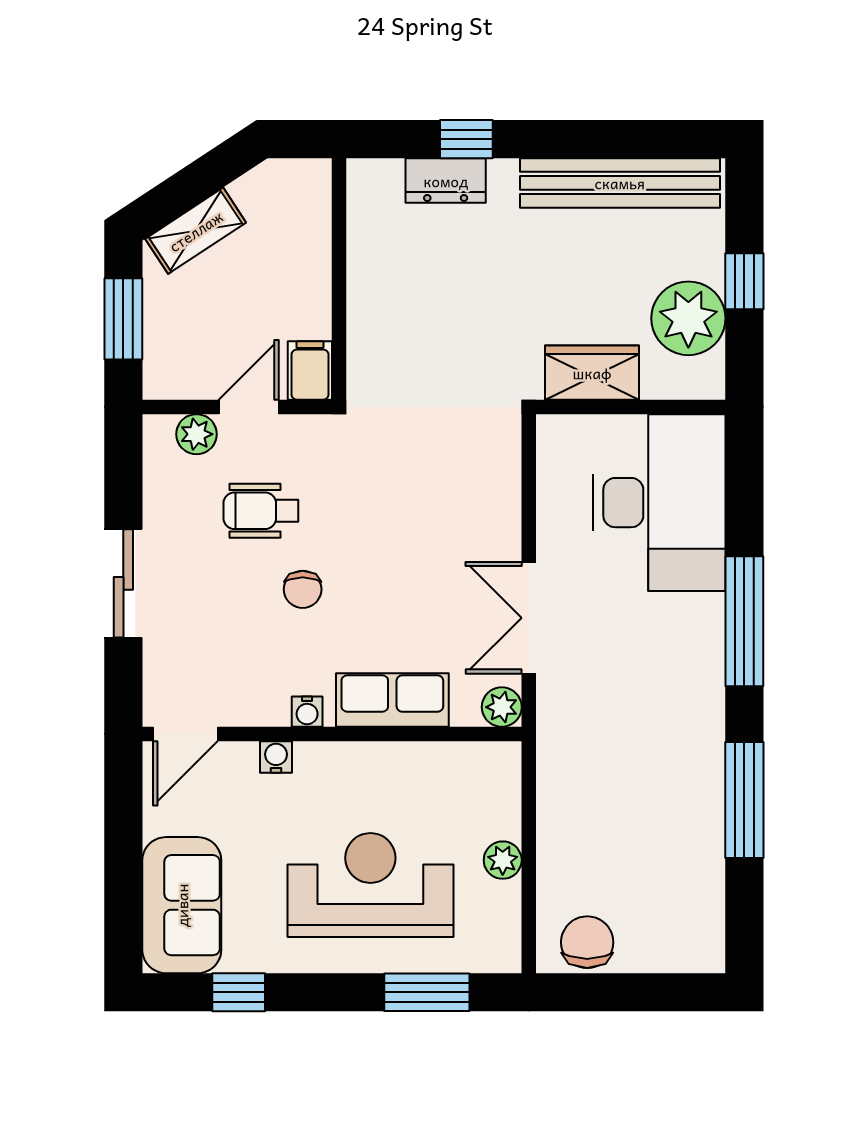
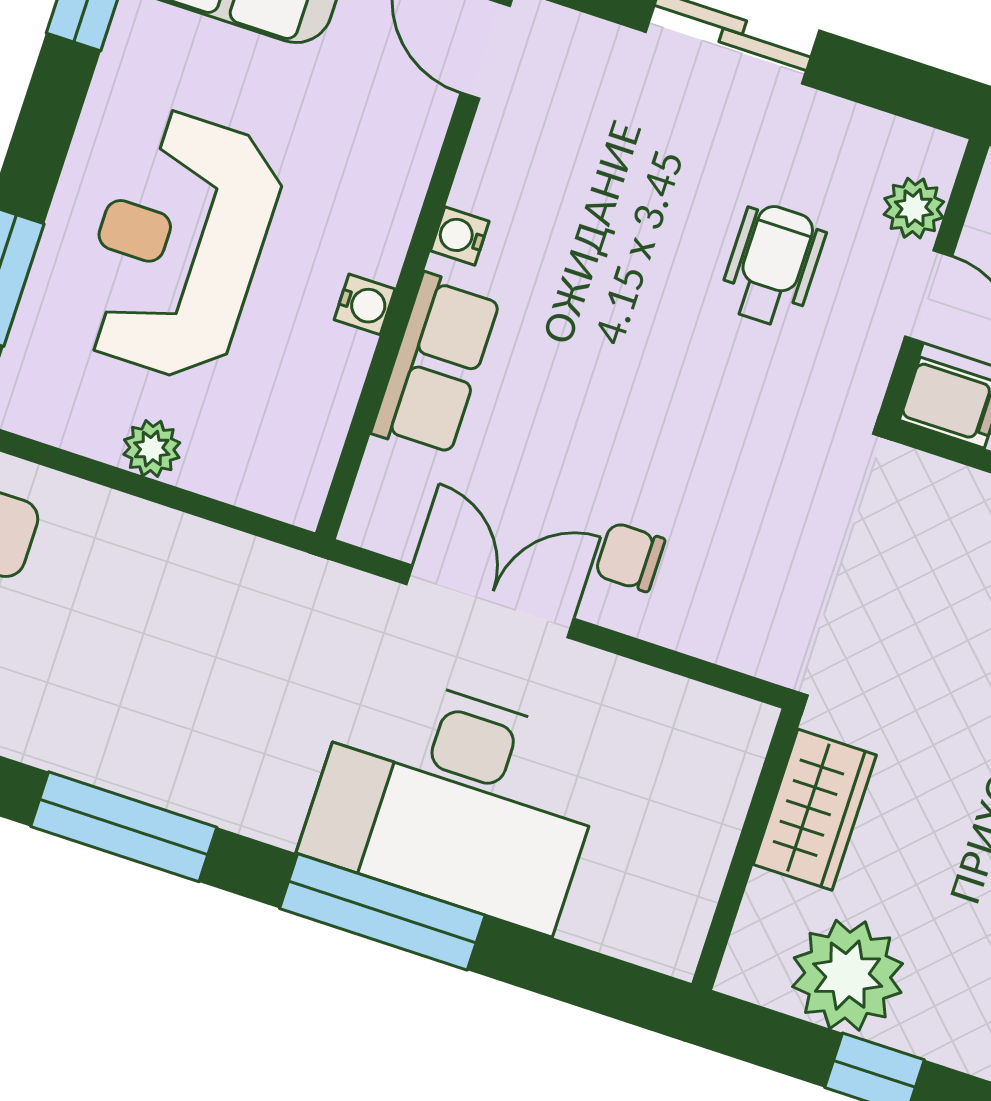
desk: (659, 503) -> (456, 799), moved
chair: (303, 589) -> (630, 557), moved
plant: (502, 707) -> (374, 520), removed
water cooler: (276, 757) -> (365, 304), moved
reception desk: (370, 885) -> (179, 245), turned 180

